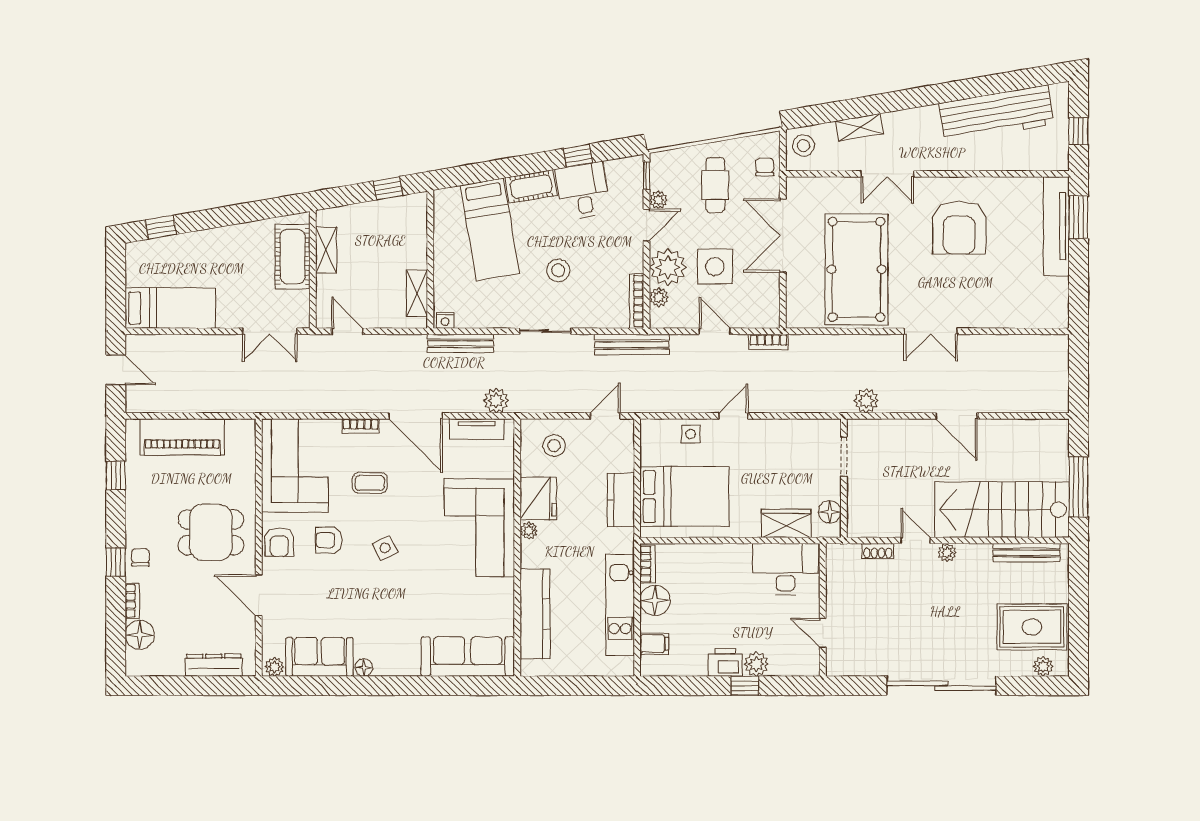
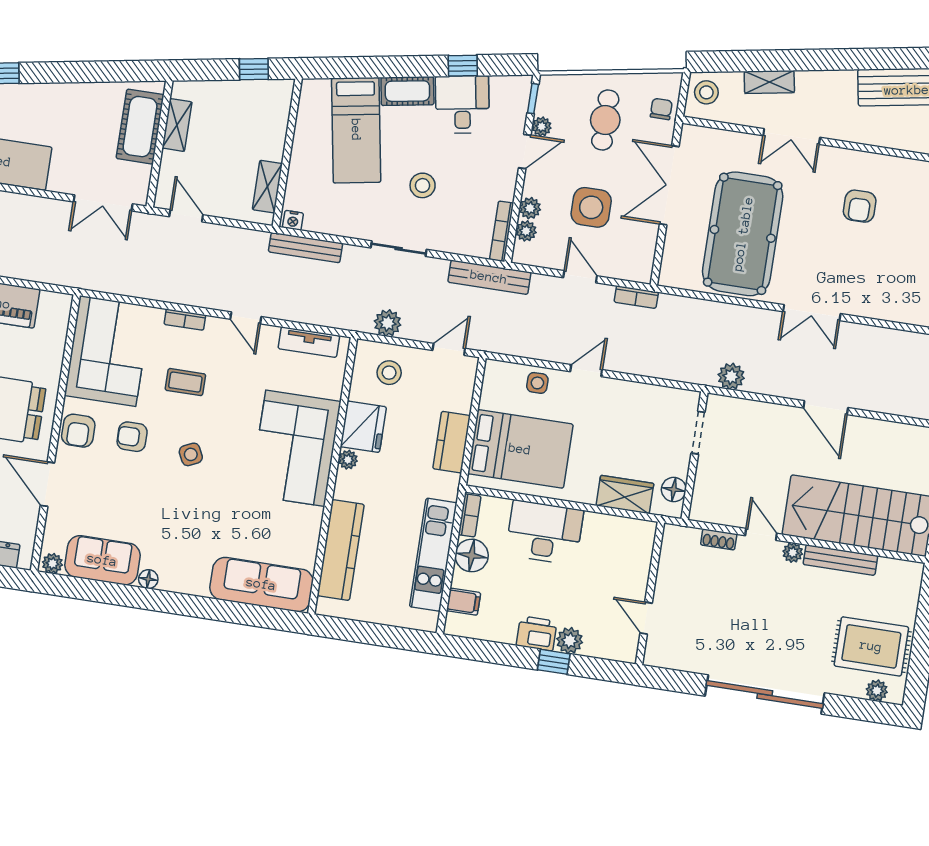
armchair: (959, 228) -> (860, 206), width x0.53, depth x0.53
plant: (668, 267) -> (530, 208), width x0.53, depth x0.53
plant: (496, 401) -> (388, 323), moved
door: (416, 416) -> (246, 318), width x0.53
bench: (1026, 553) -> (840, 560), moved
desk: (785, 569) -> (544, 532), moved

